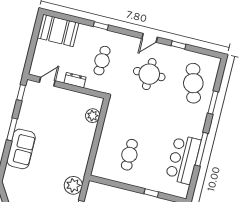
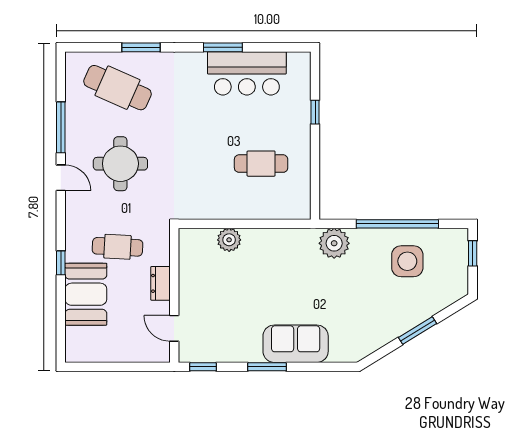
booth: (58, 30) -> (86, 294), moved
window: (179, 45) -> (61, 127), width x2.17
cafe table: (193, 83) -> (117, 88), turned 39
plant: (93, 116) -> (229, 240), moved
window: (201, 149) -> (223, 47), width x0.69

